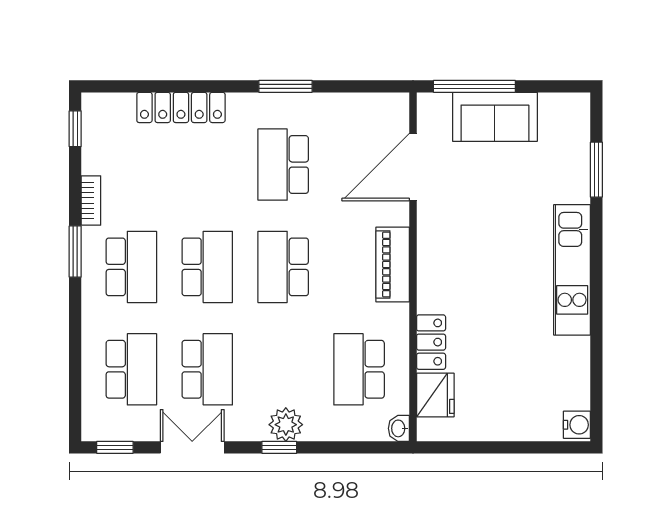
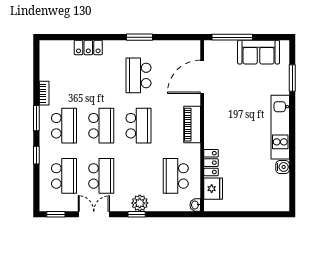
locker: (181, 107) -> (88, 47), width x0.66
sofa: (495, 117) -> (259, 52), moved
window: (75, 129) -> (36, 155), moved
school desk: (283, 267) -> (138, 126), turned 180
water cooler: (577, 425) -> (283, 167), moved

